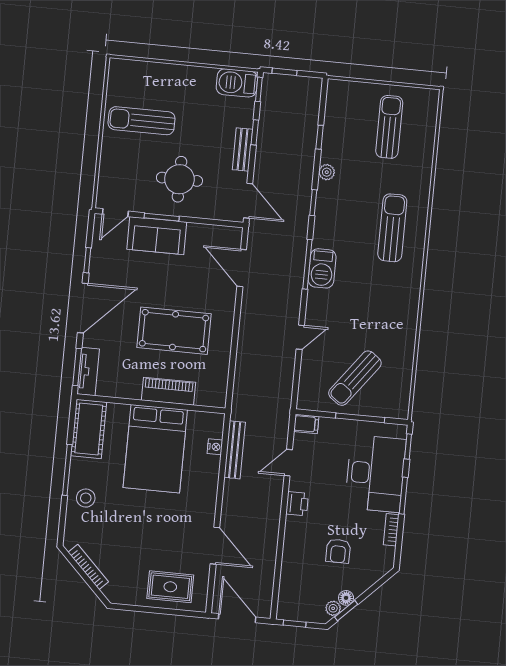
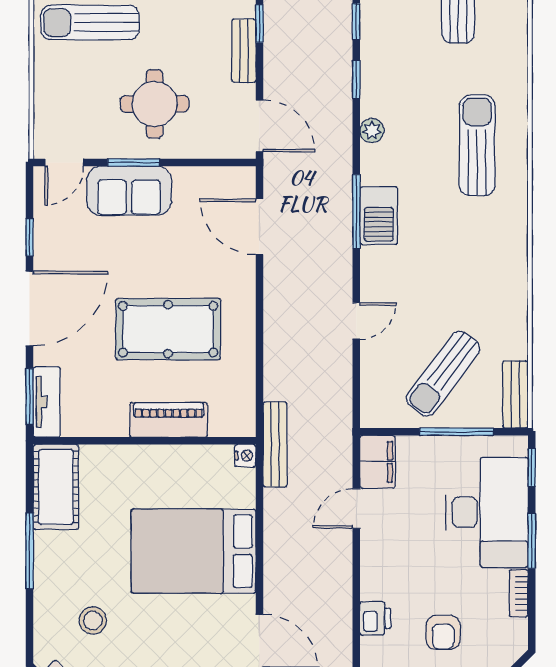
plant: (327, 172) -> (372, 131), moved
window: (313, 203) -> (356, 79), moved
bench: (402, 397) -> (515, 395), added
filing cabinet: (306, 424) -> (378, 462), width x2.00
nightstand: (215, 447) -> (245, 456), moved
bed: (155, 449) -> (193, 551), moved, turned 90
bench: (235, 450) -> (275, 445), moved
stool: (86, 498) -> (93, 620), moved
printer: (297, 504) -> (375, 618), moved

